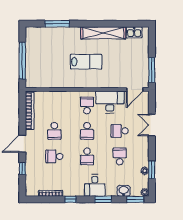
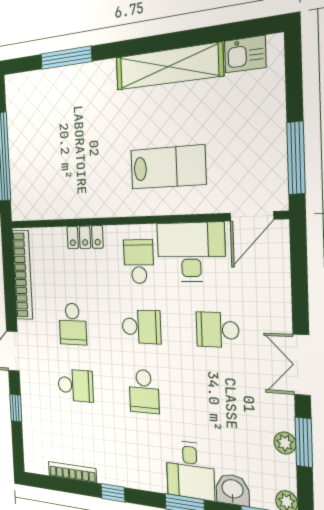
lab bench: (86, 62) -> (168, 167), moved
locker: (62, 96) -> (85, 237), added
double door: (152, 125) -> (302, 365), moved
school desk: (87, 131) -> (141, 327), turned -90
school desk: (54, 156) -> (76, 385), turned 180
school desk: (120, 156) -> (220, 398), removed
desk: (95, 185) -> (190, 470), moved

